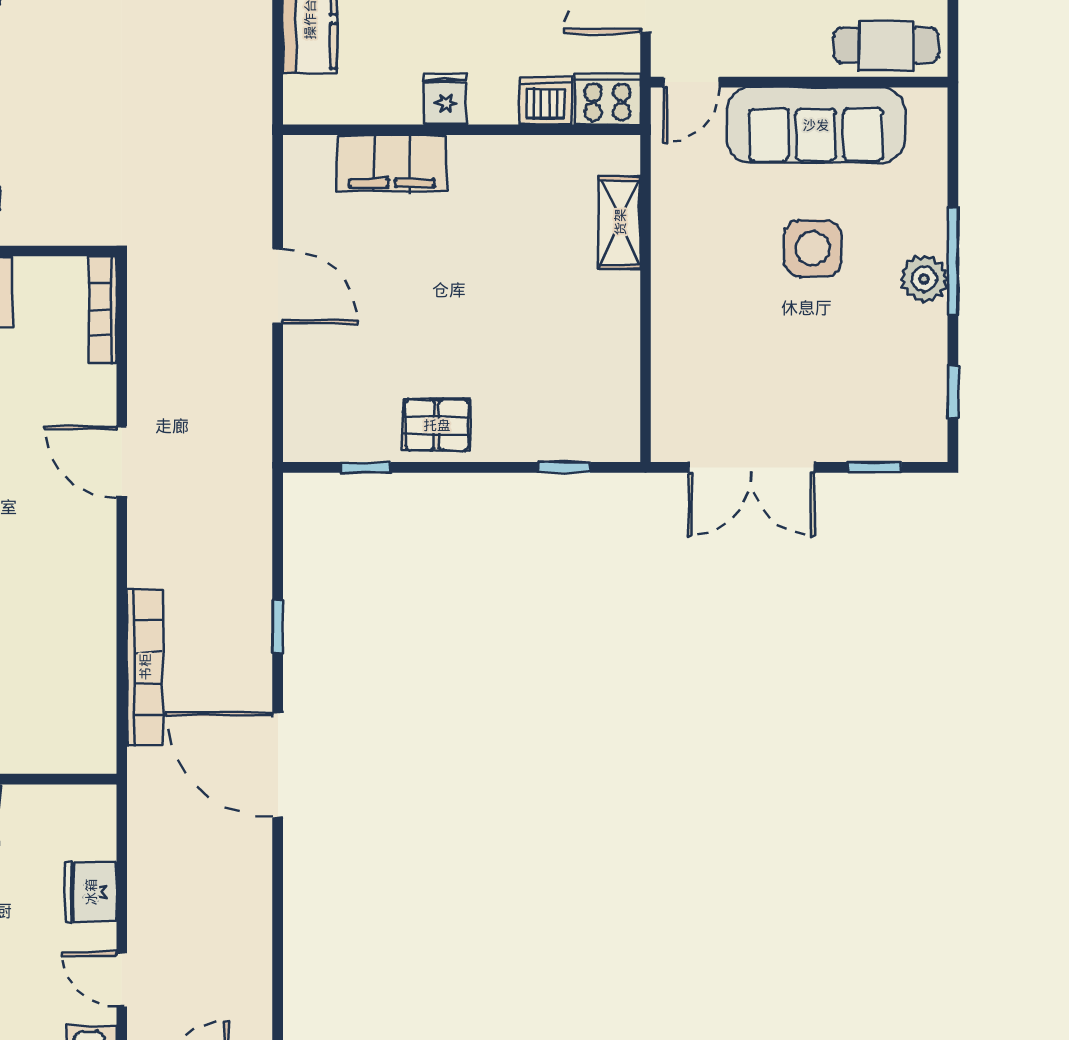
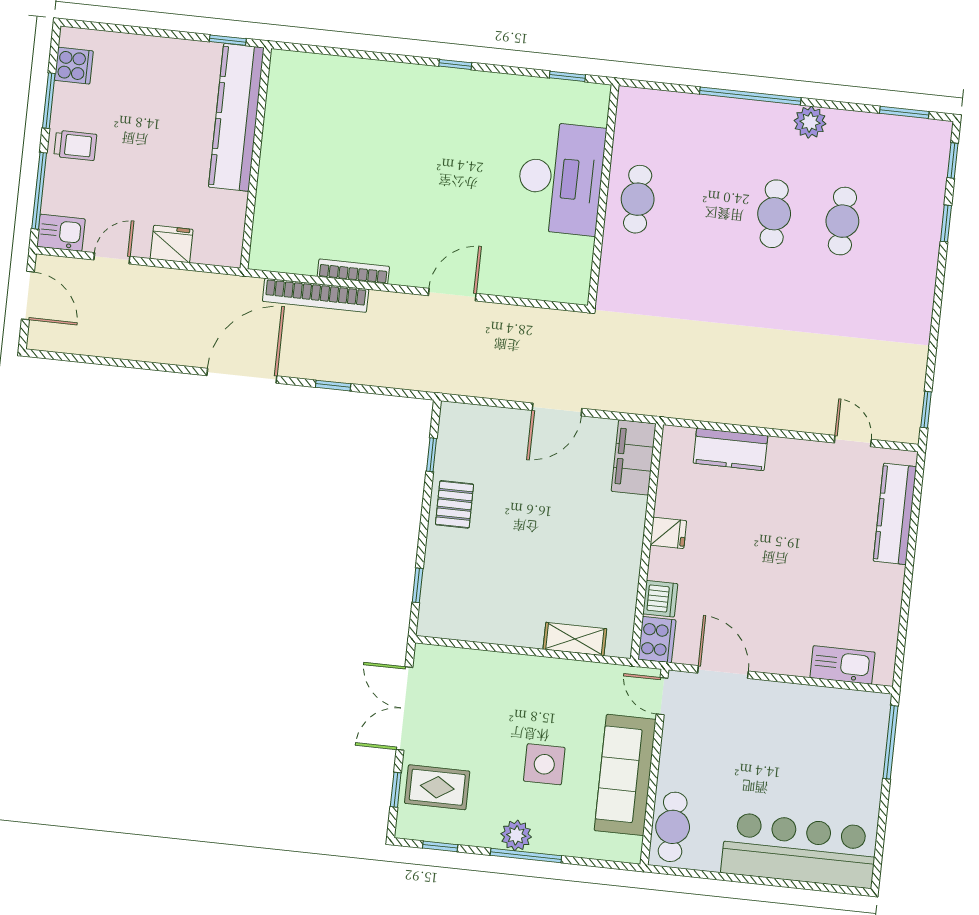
filing cabinet: (392, 163) -> (634, 457), moved
bookcase: (103, 310) -> (353, 271), moved
rug: (865, 406) -> (437, 787), added

